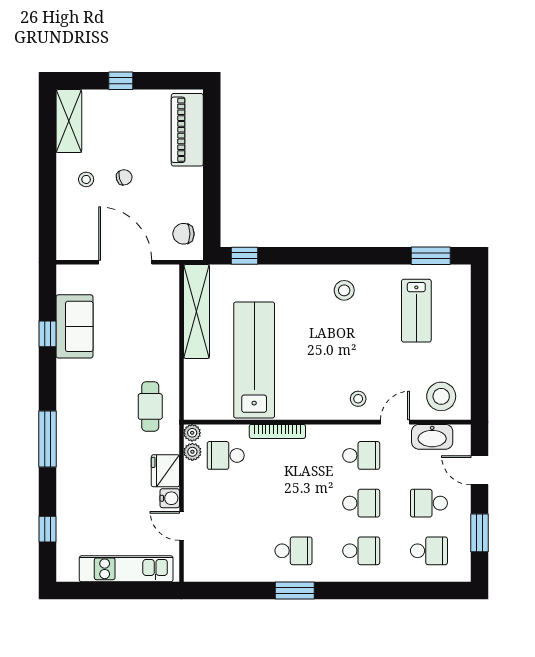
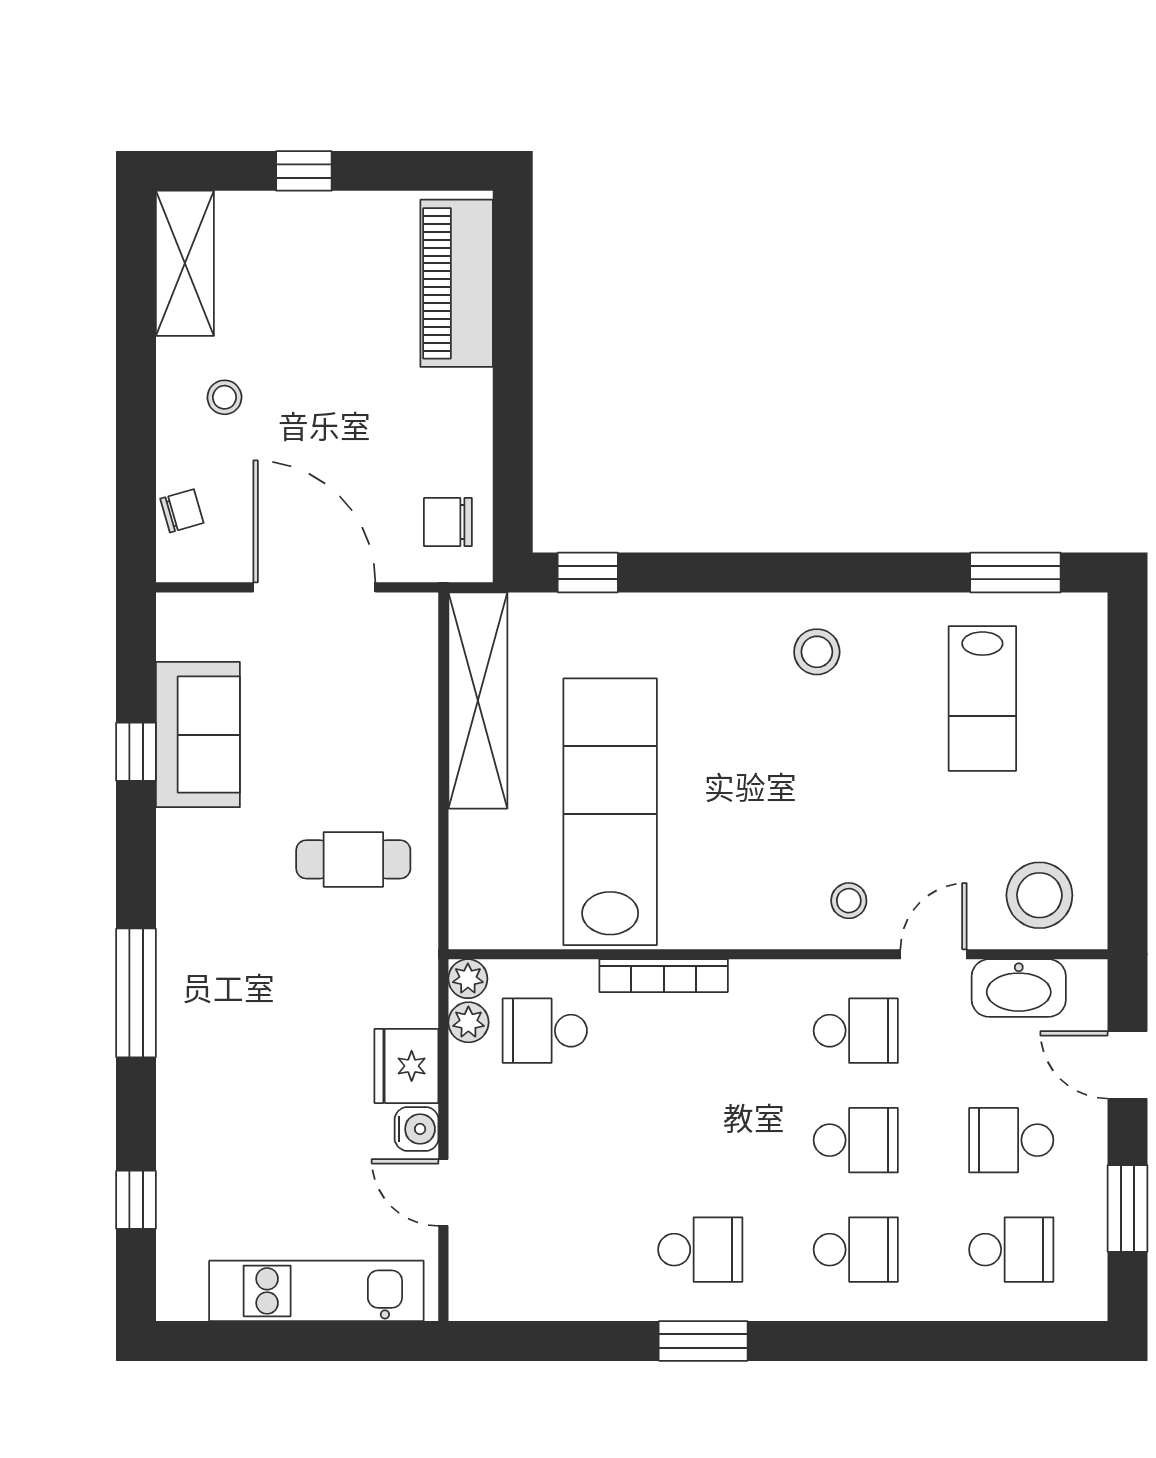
chair: (124, 177) -> (182, 511), moved
cafe table: (150, 406) -> (353, 859), moved, turned 90

